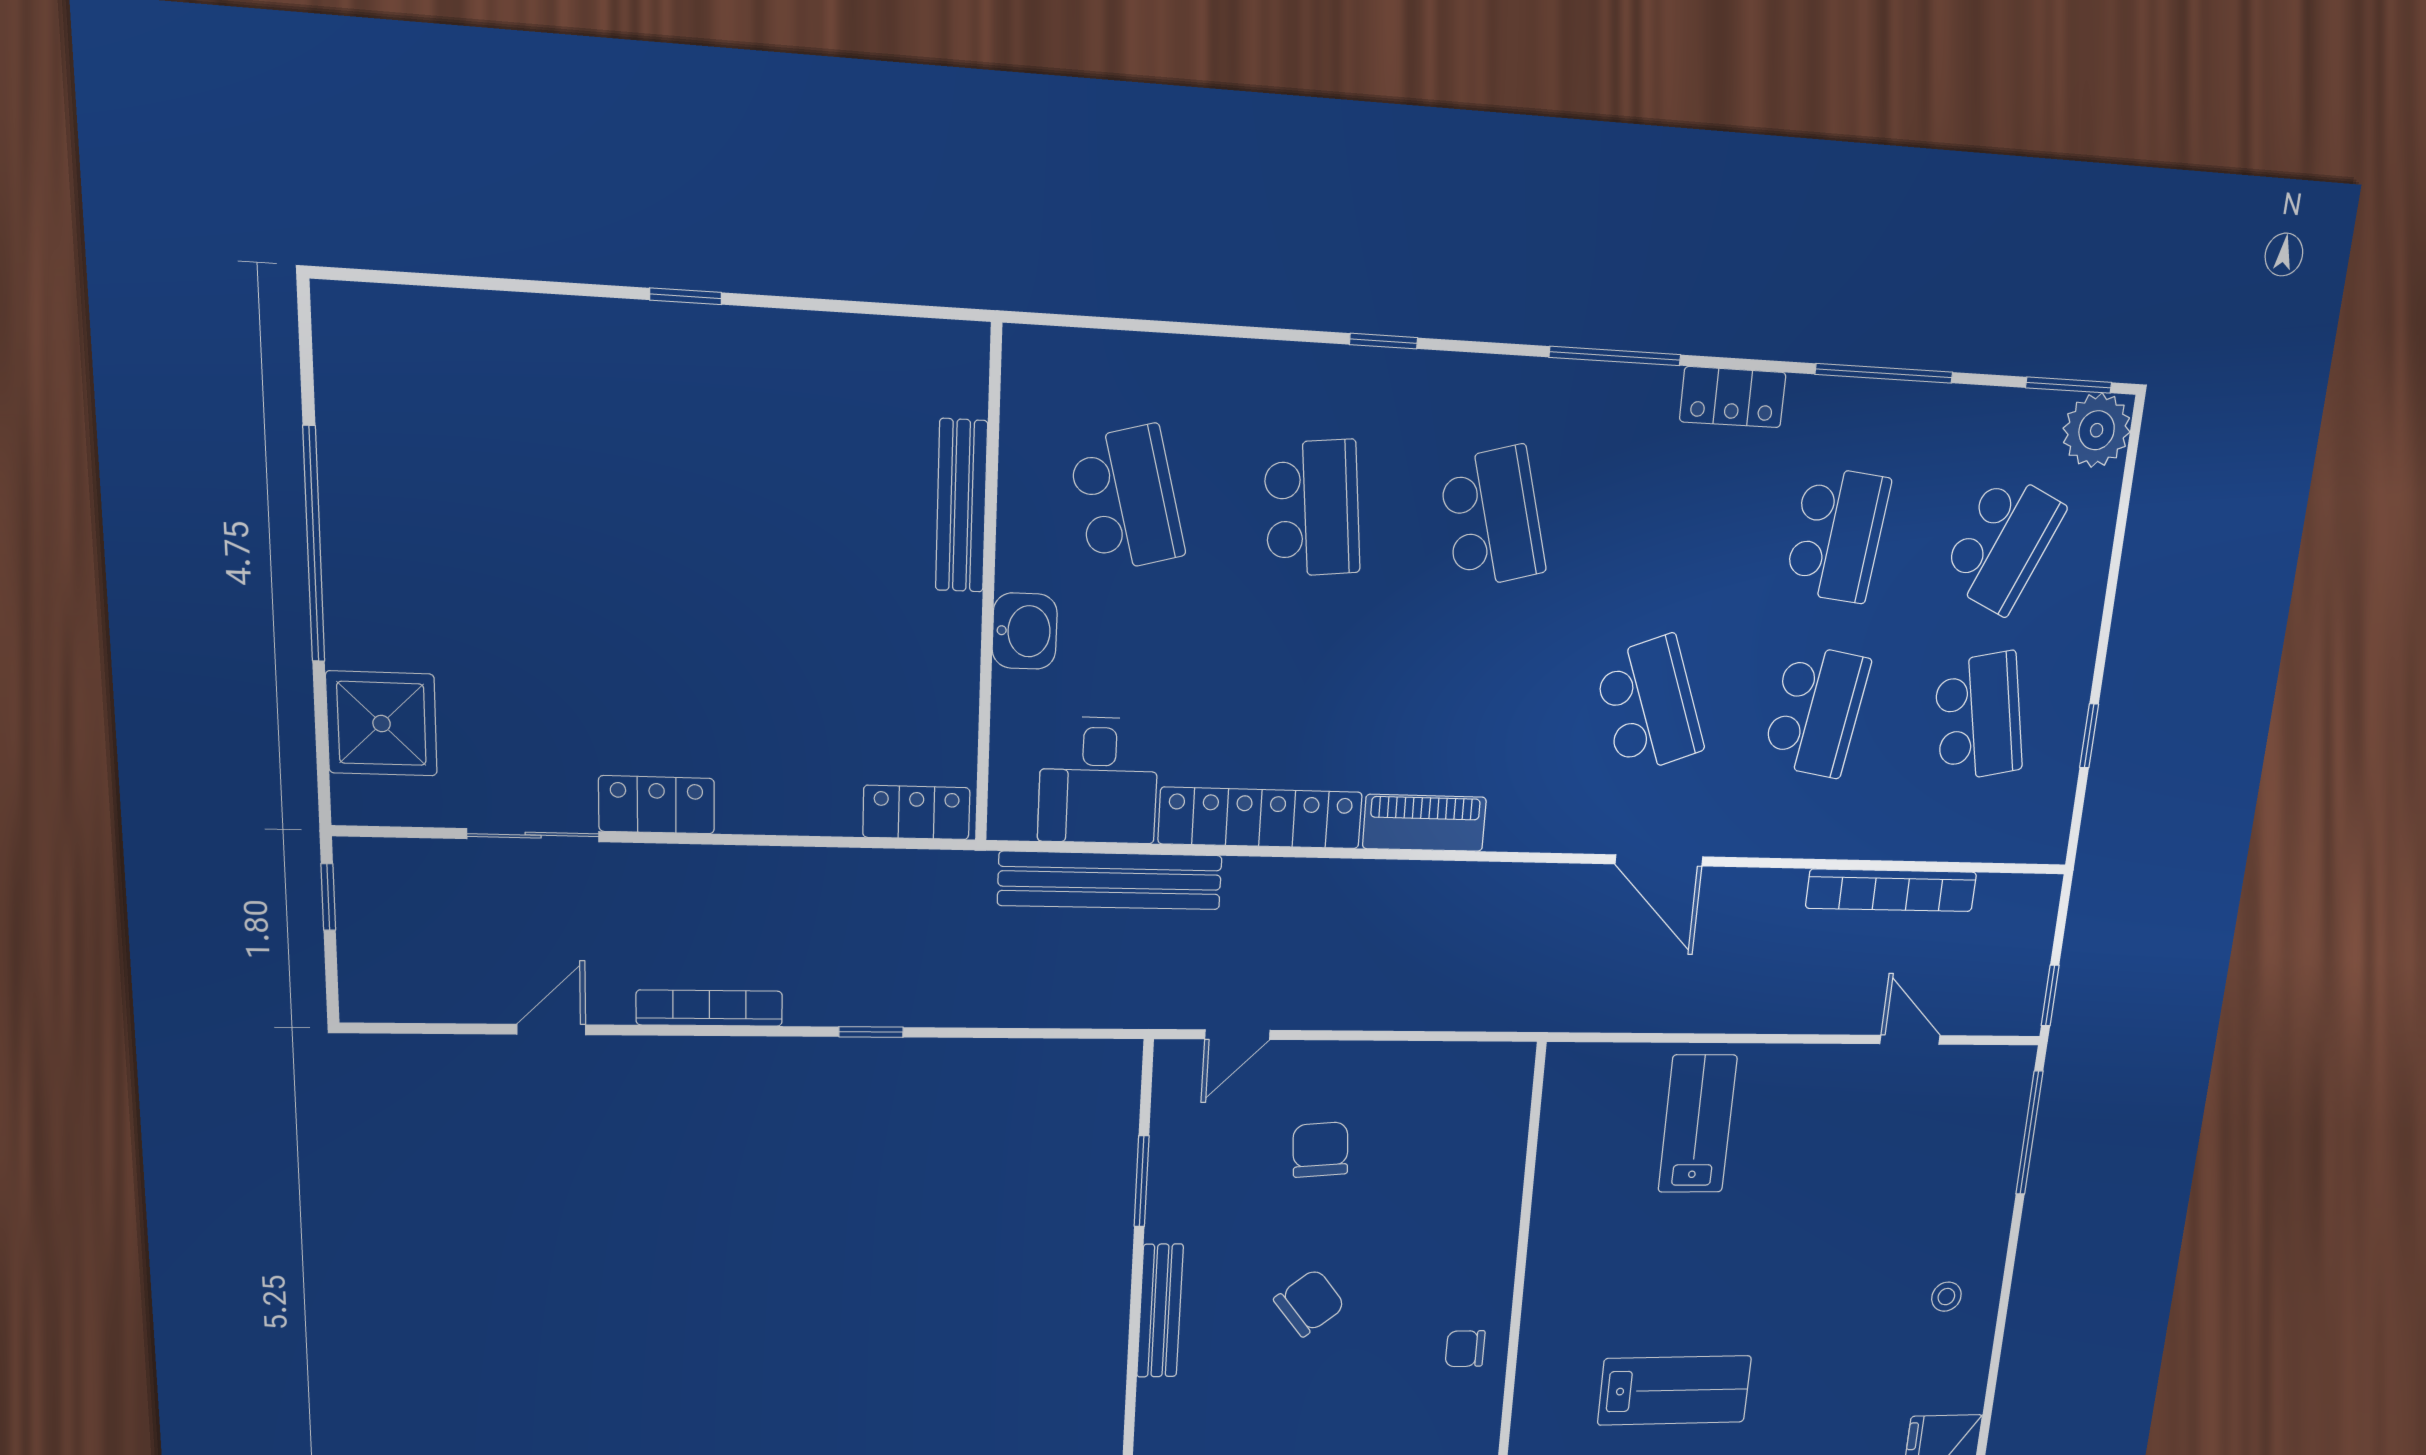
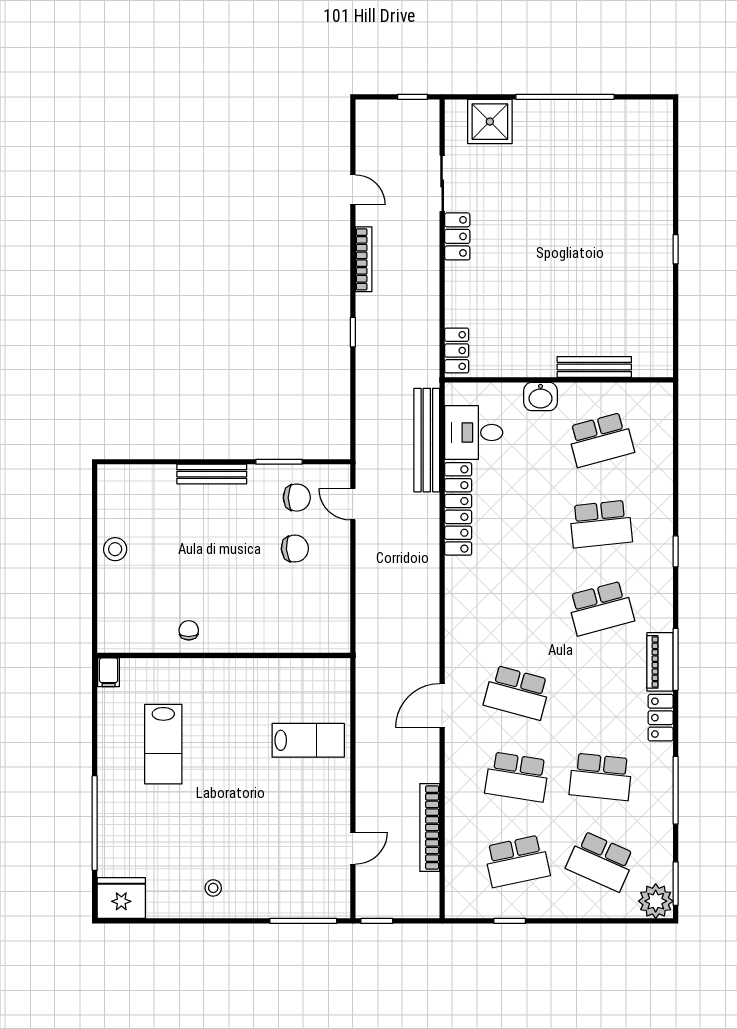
school desk: (1649, 705) -> (517, 693), turned 36
piano: (1424, 823) -> (660, 662), moved, turned 180
chair: (1309, 1303) -> (297, 498), moved, turned -52

